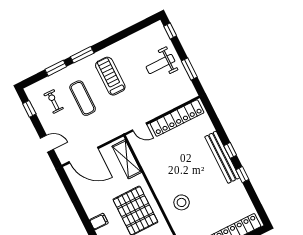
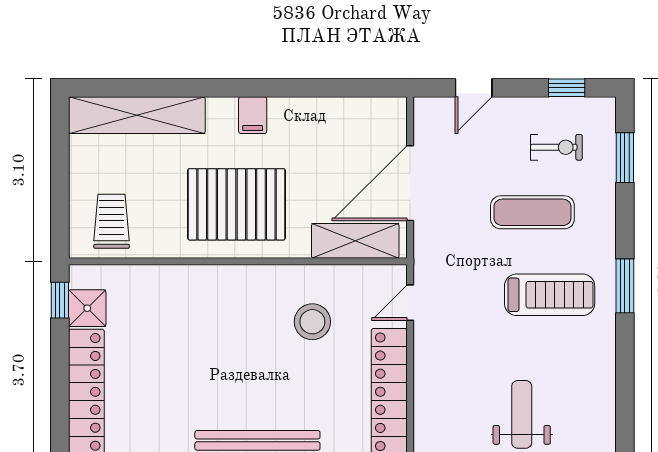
window: (82, 55) -> (625, 286), moved
window: (56, 68) -> (625, 158), moved
door: (84, 155) -> (410, 183), moved
stool: (182, 202) -> (312, 322), moved

